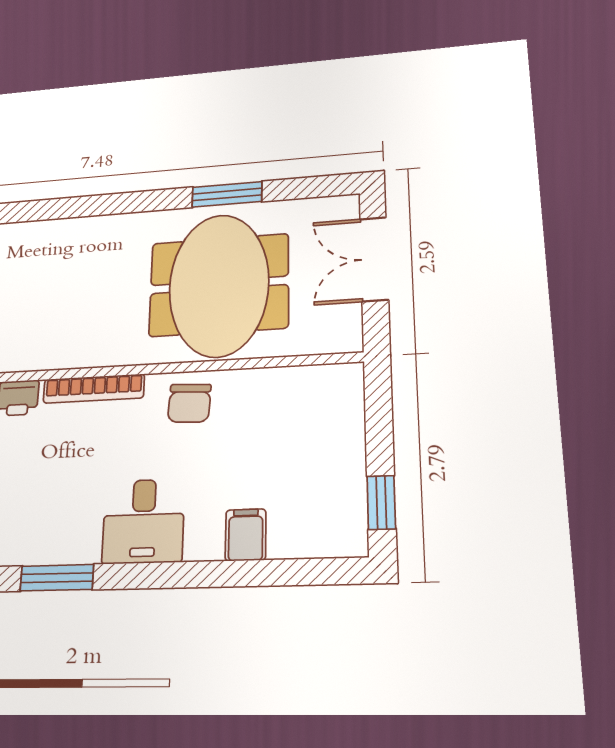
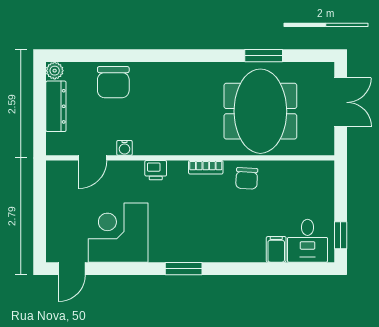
double door: (374, 259) -> (341, 102), swing flipped
bookcase: (94, 389) -> (206, 167), width x0.64
desk: (143, 521) -> (308, 241), moved

